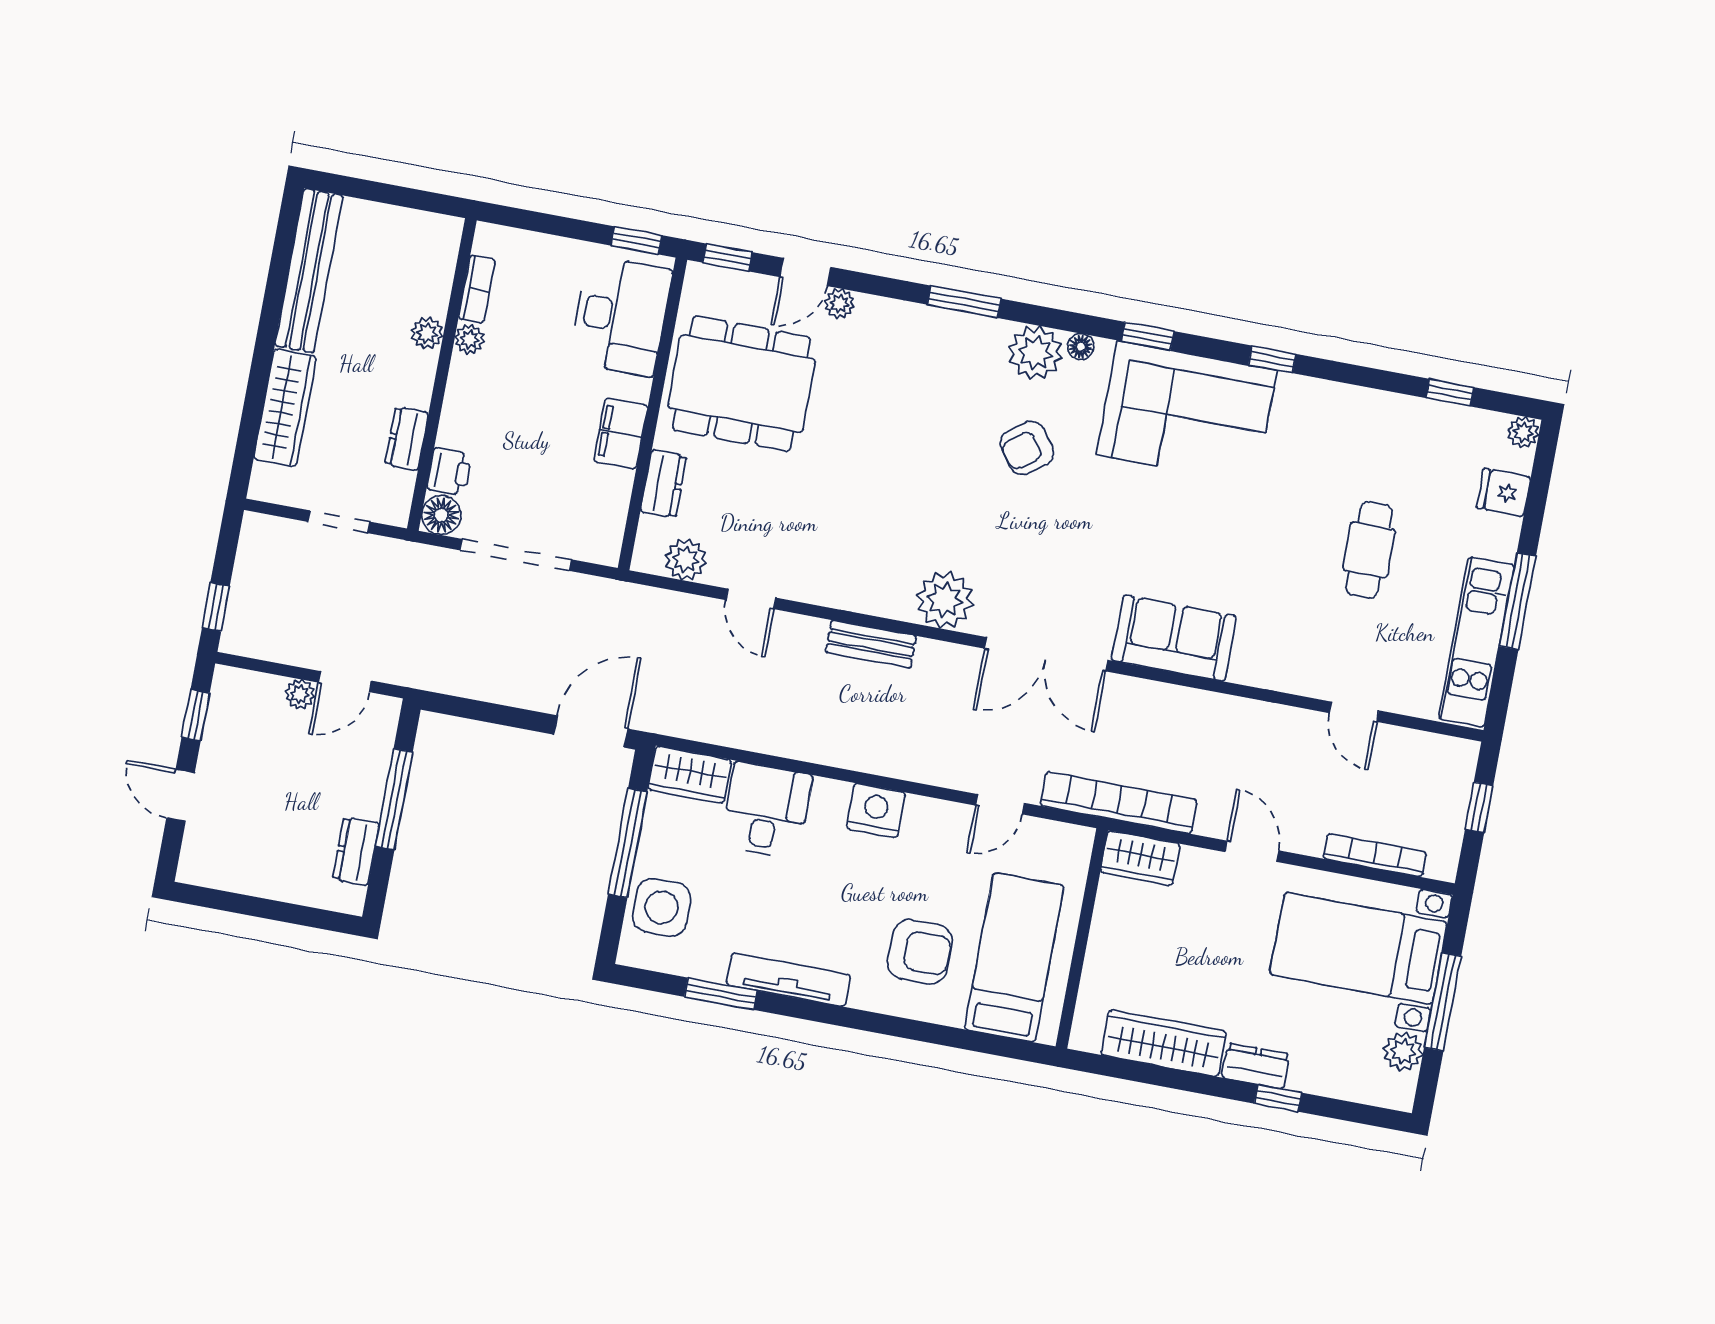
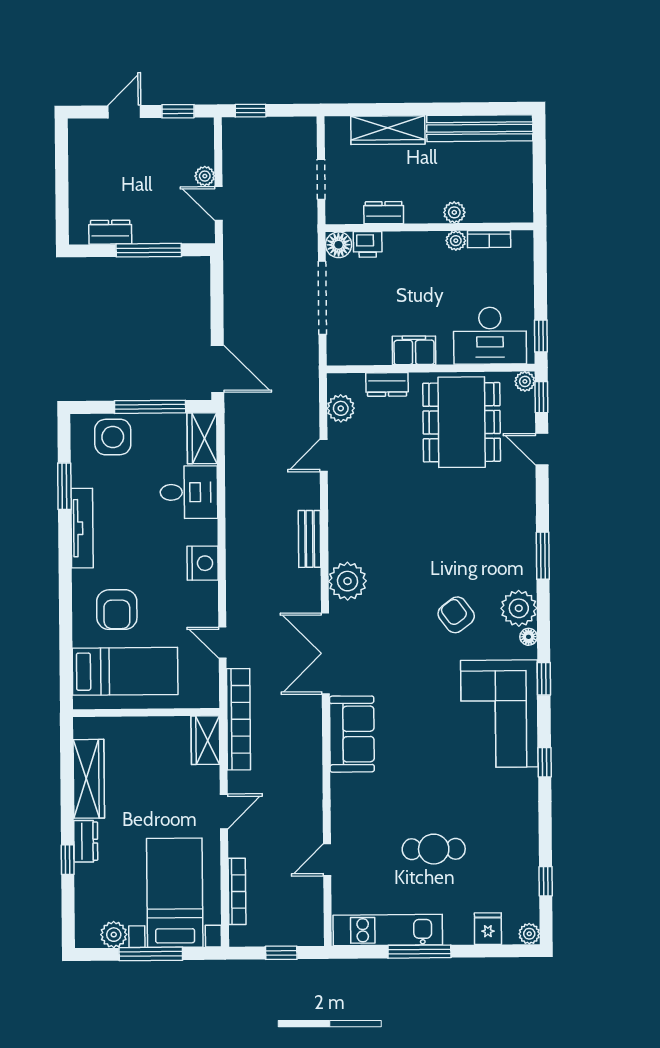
plant: (839, 304) -> (525, 381), moved

